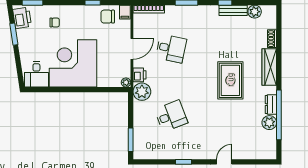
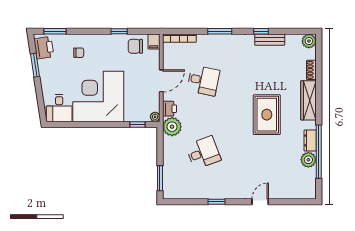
plant: (255, 12) -> (309, 41), moved
window: (110, 90) -> (137, 124), added

